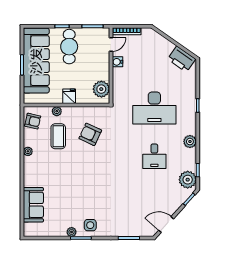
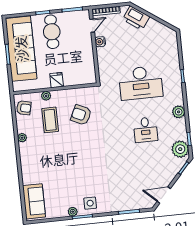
printer: (182, 59) -> (136, 18), moved
plant: (101, 89) -> (87, 70), removed
sofa: (33, 205) -> (34, 201), moved

